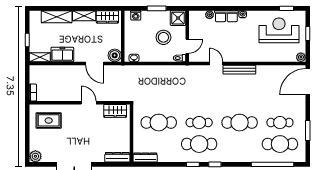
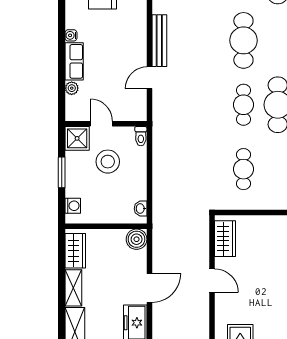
door: (187, 46) -> (101, 124), moved
door: (95, 63) -> (149, 288), moved
door: (89, 103) -> (212, 281), swing flipped
cafe table: (159, 123) -> (243, 169), width x0.73, depth x0.74

